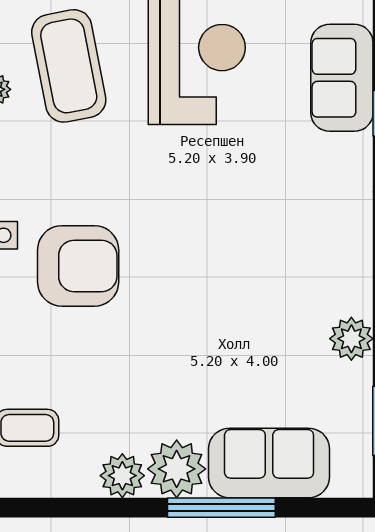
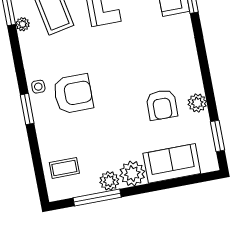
armchair: (272, 328) -> (162, 105), added
window: (221, 508) -> (97, 198), moved

